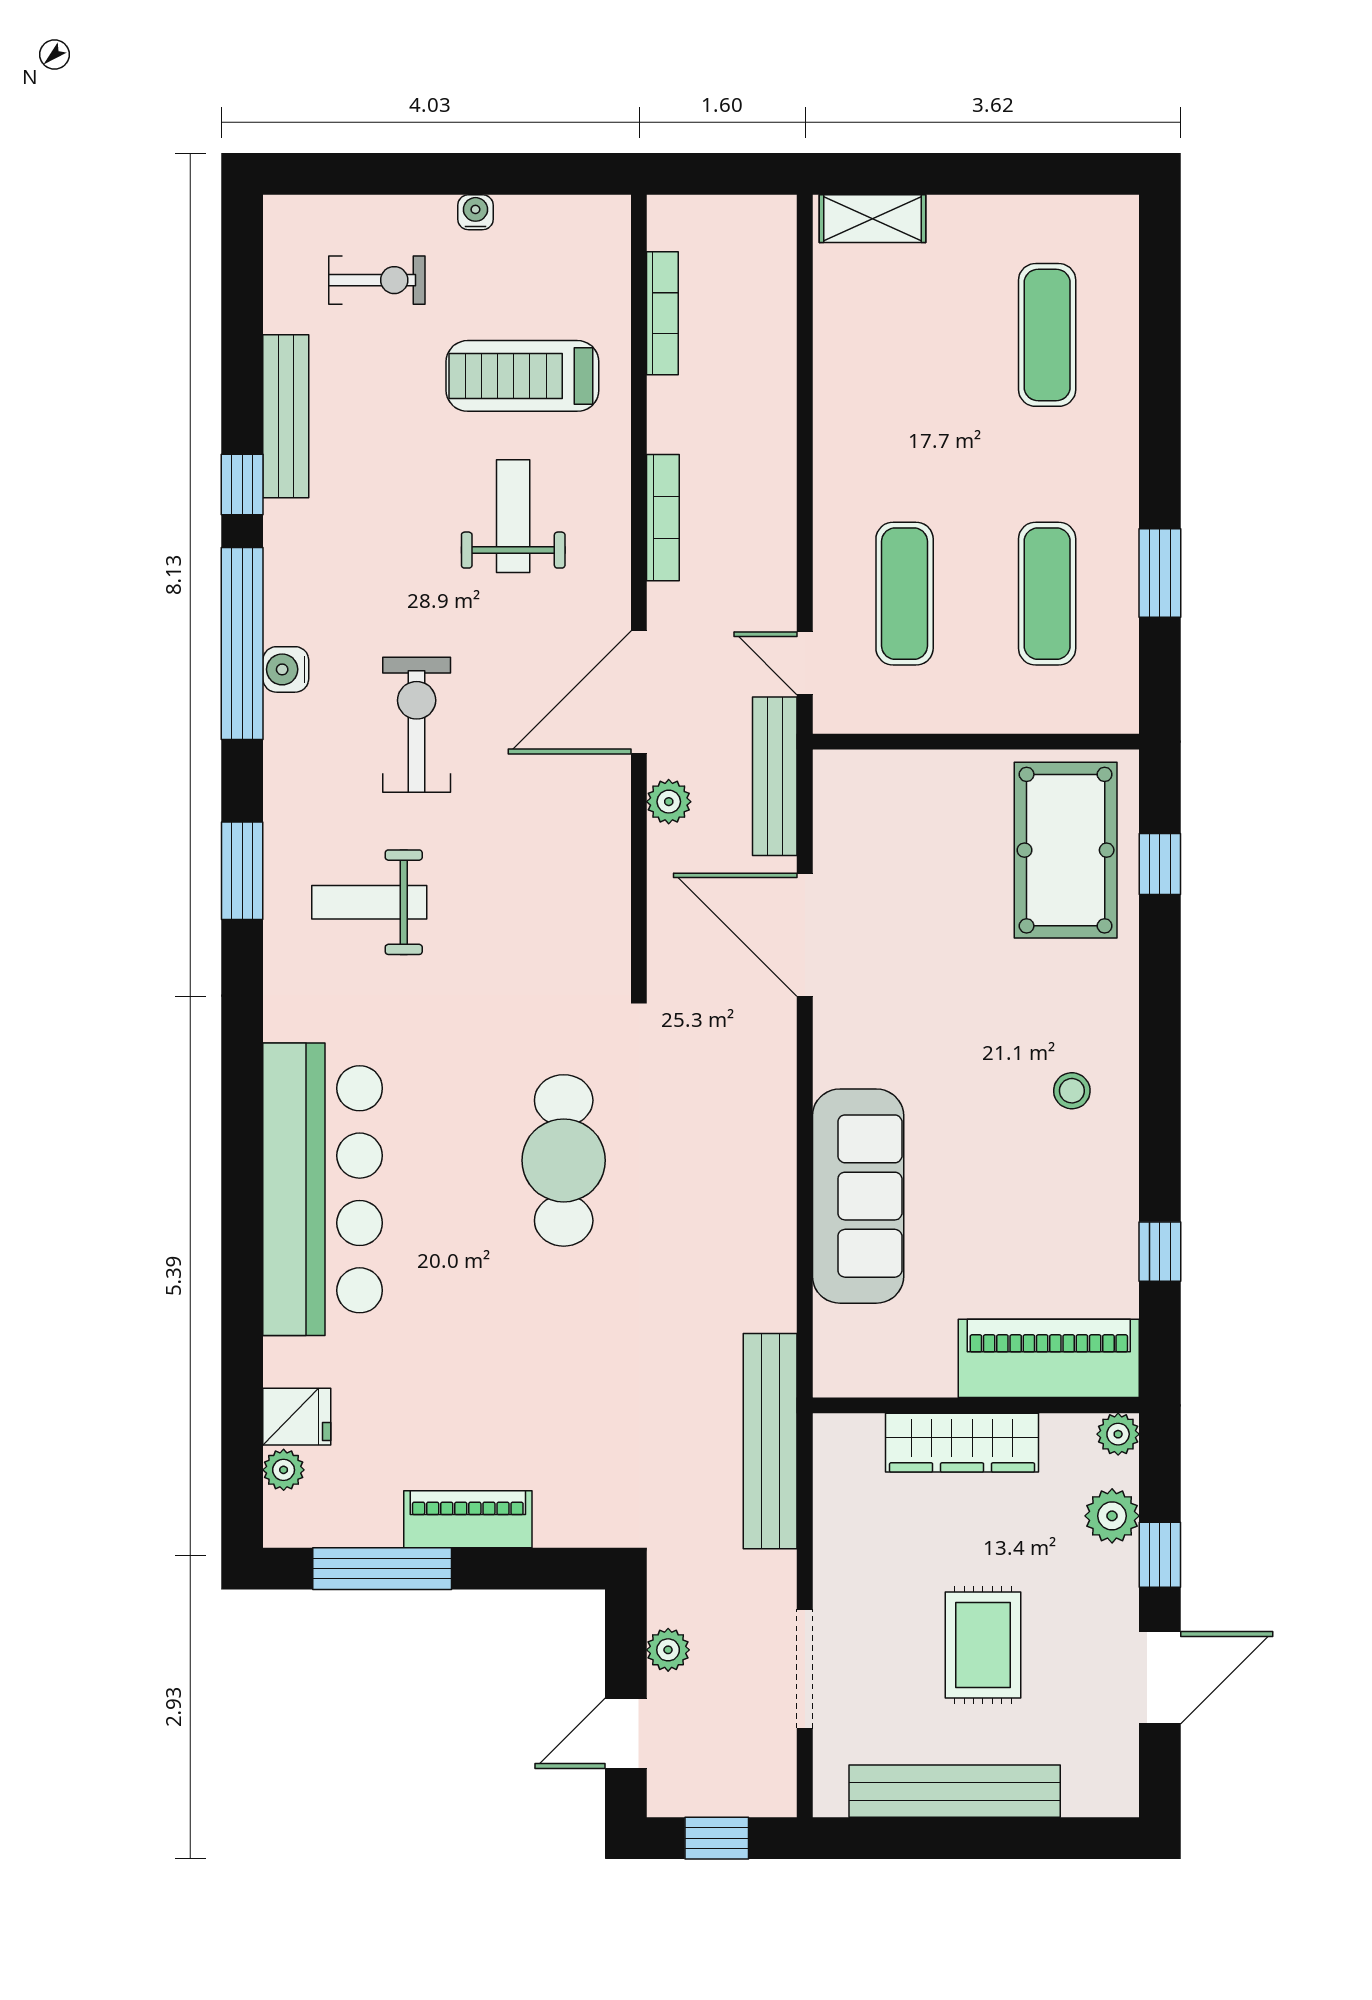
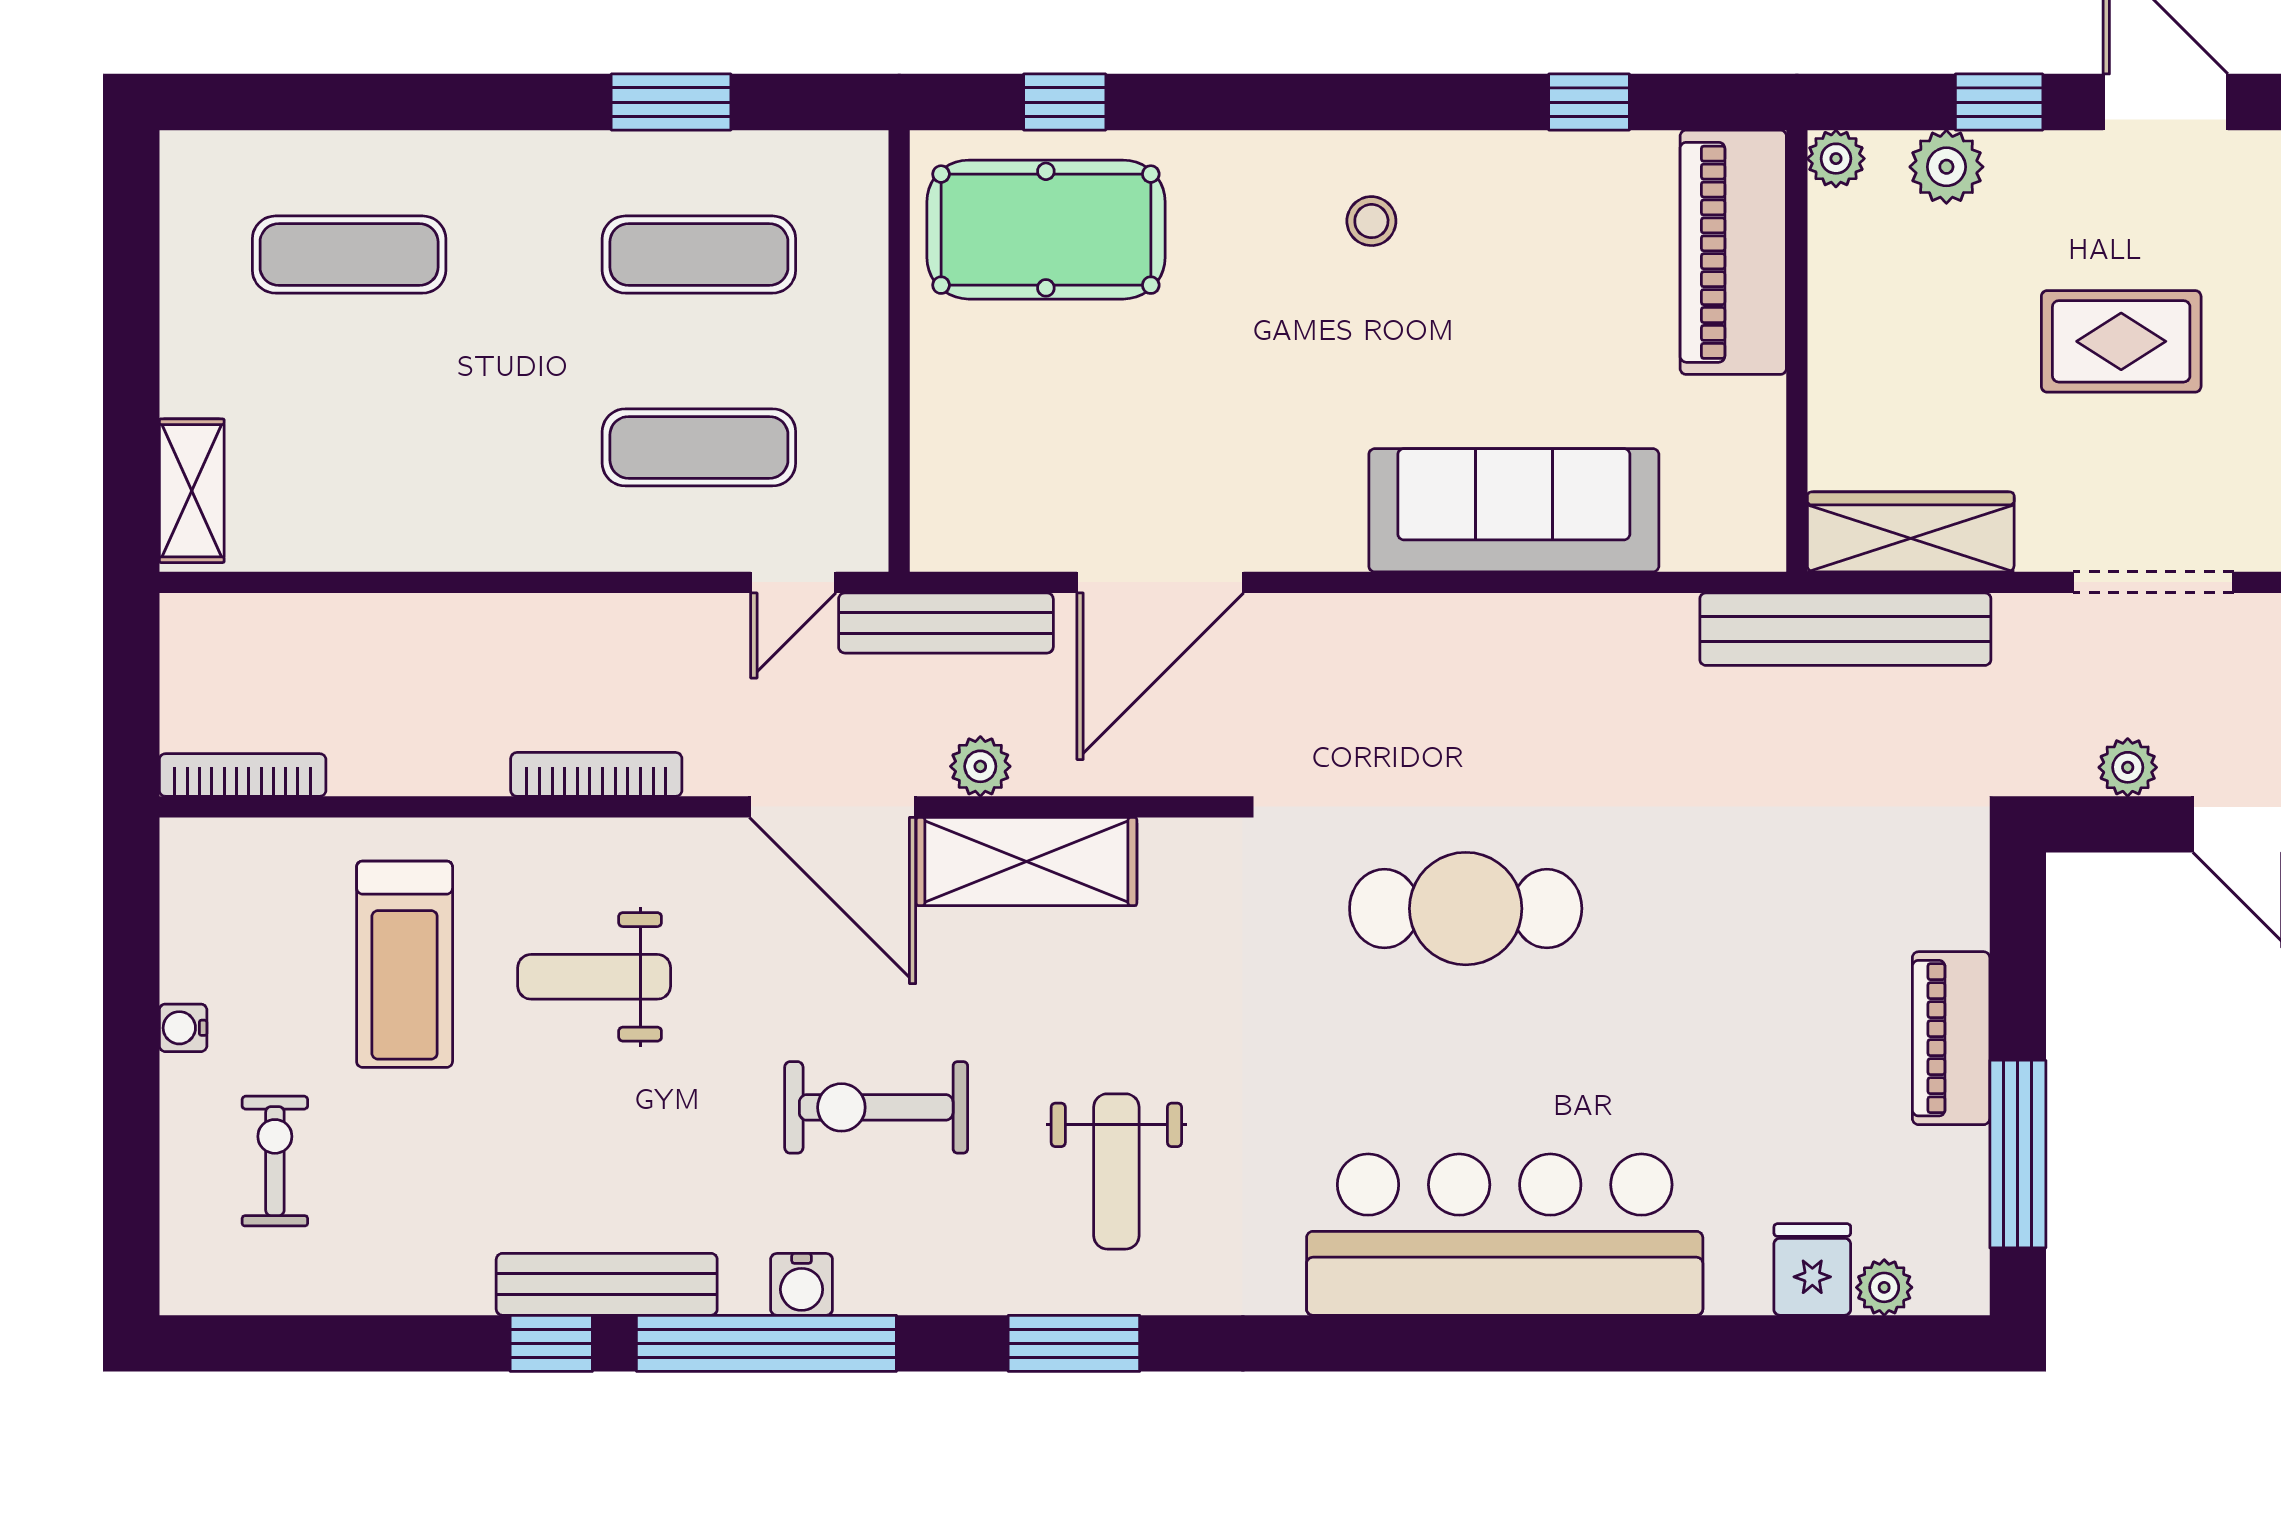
bookcase: (662, 313) -> (243, 775), moved
bench: (286, 416) -> (607, 1284), moved
shelving: (598, 836) -> (1026, 862), added
wardrobe: (962, 1443) -> (1911, 532), moved, turned -90

